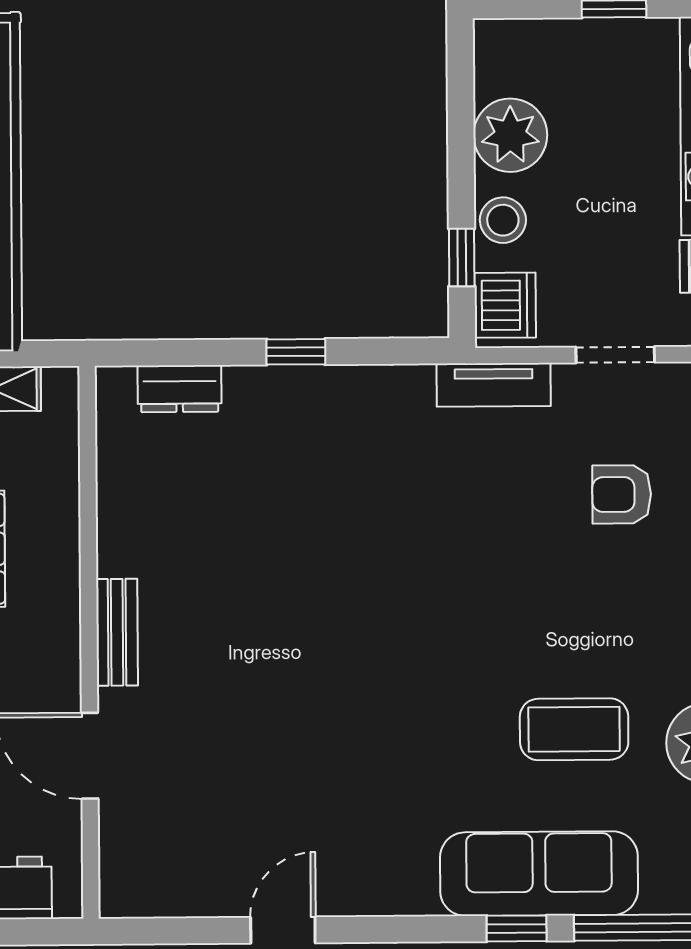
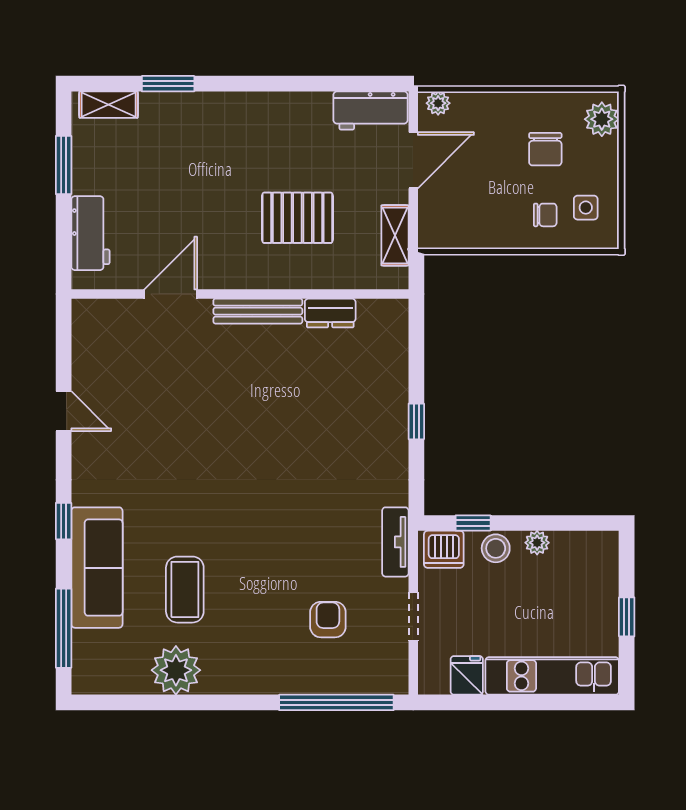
plant: (510, 135) -> (537, 543), width x0.53, depth x0.53
dresser: (180, 389) -> (330, 313), moved, turned -90
bench: (117, 632) -> (258, 311), width x1.36
window: (517, 928) -> (64, 521), moved

